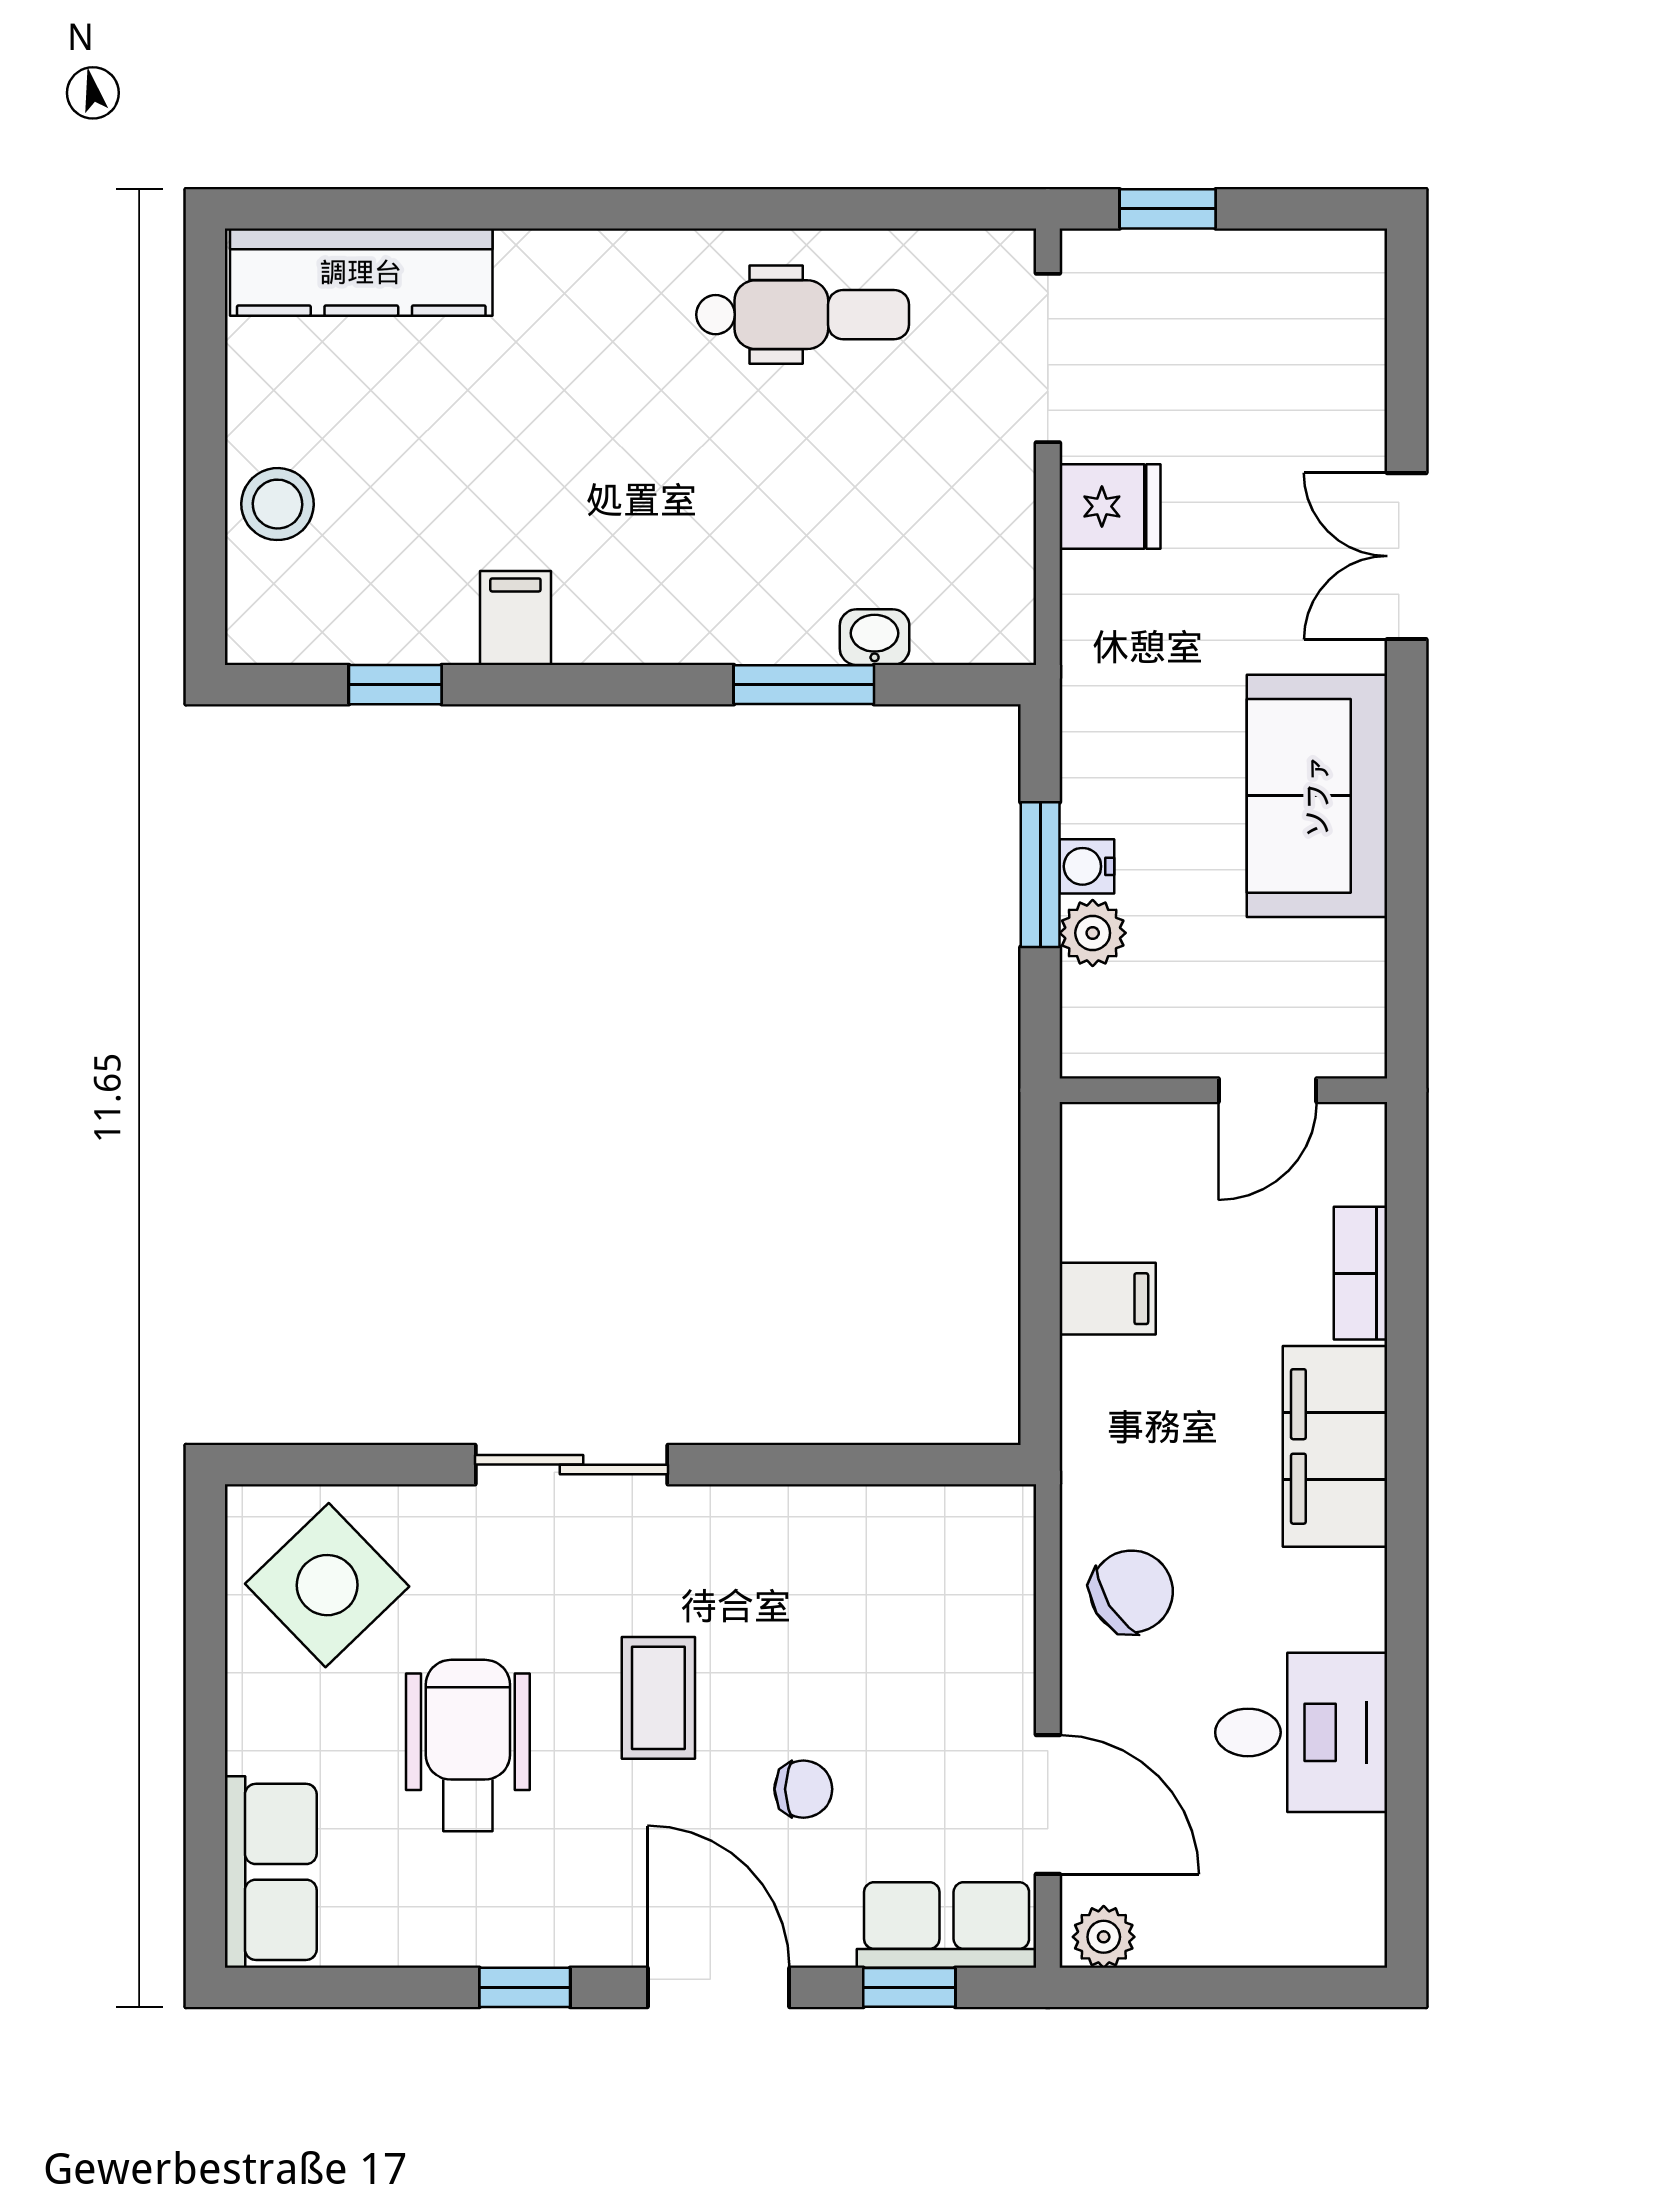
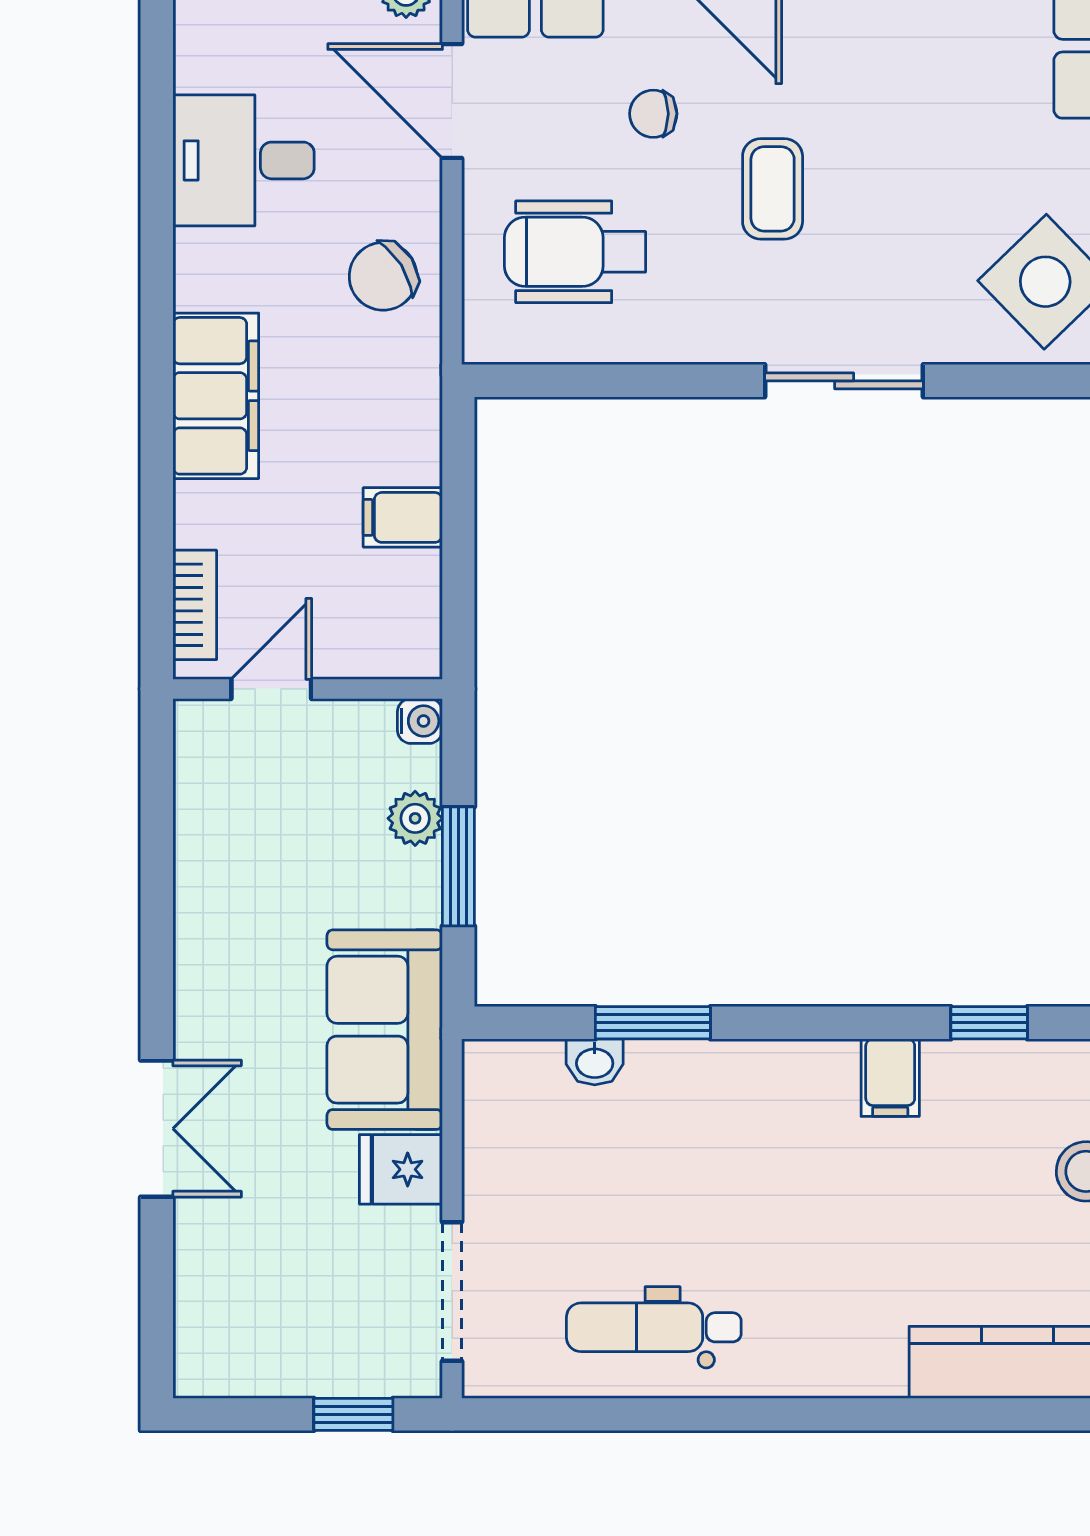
sofa: (1317, 796) -> (385, 1030), moved, turned 180
water cooler: (1087, 866) -> (420, 721), moved
bookcase: (1361, 1273) -> (195, 605), moved
wheelchair: (468, 1745) -> (575, 252), moved, turned 90

